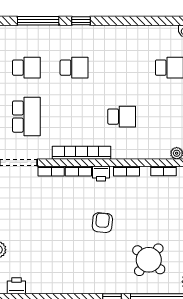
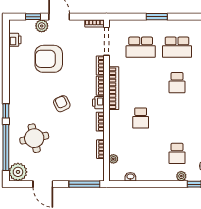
school desk: (26, 68) -> (177, 47), width x1.85
armchair: (102, 223) -> (62, 104), turned -120
armchair: (42, 240) -> (49, 59), added
round table: (149, 260) -> (34, 138), turned 38

